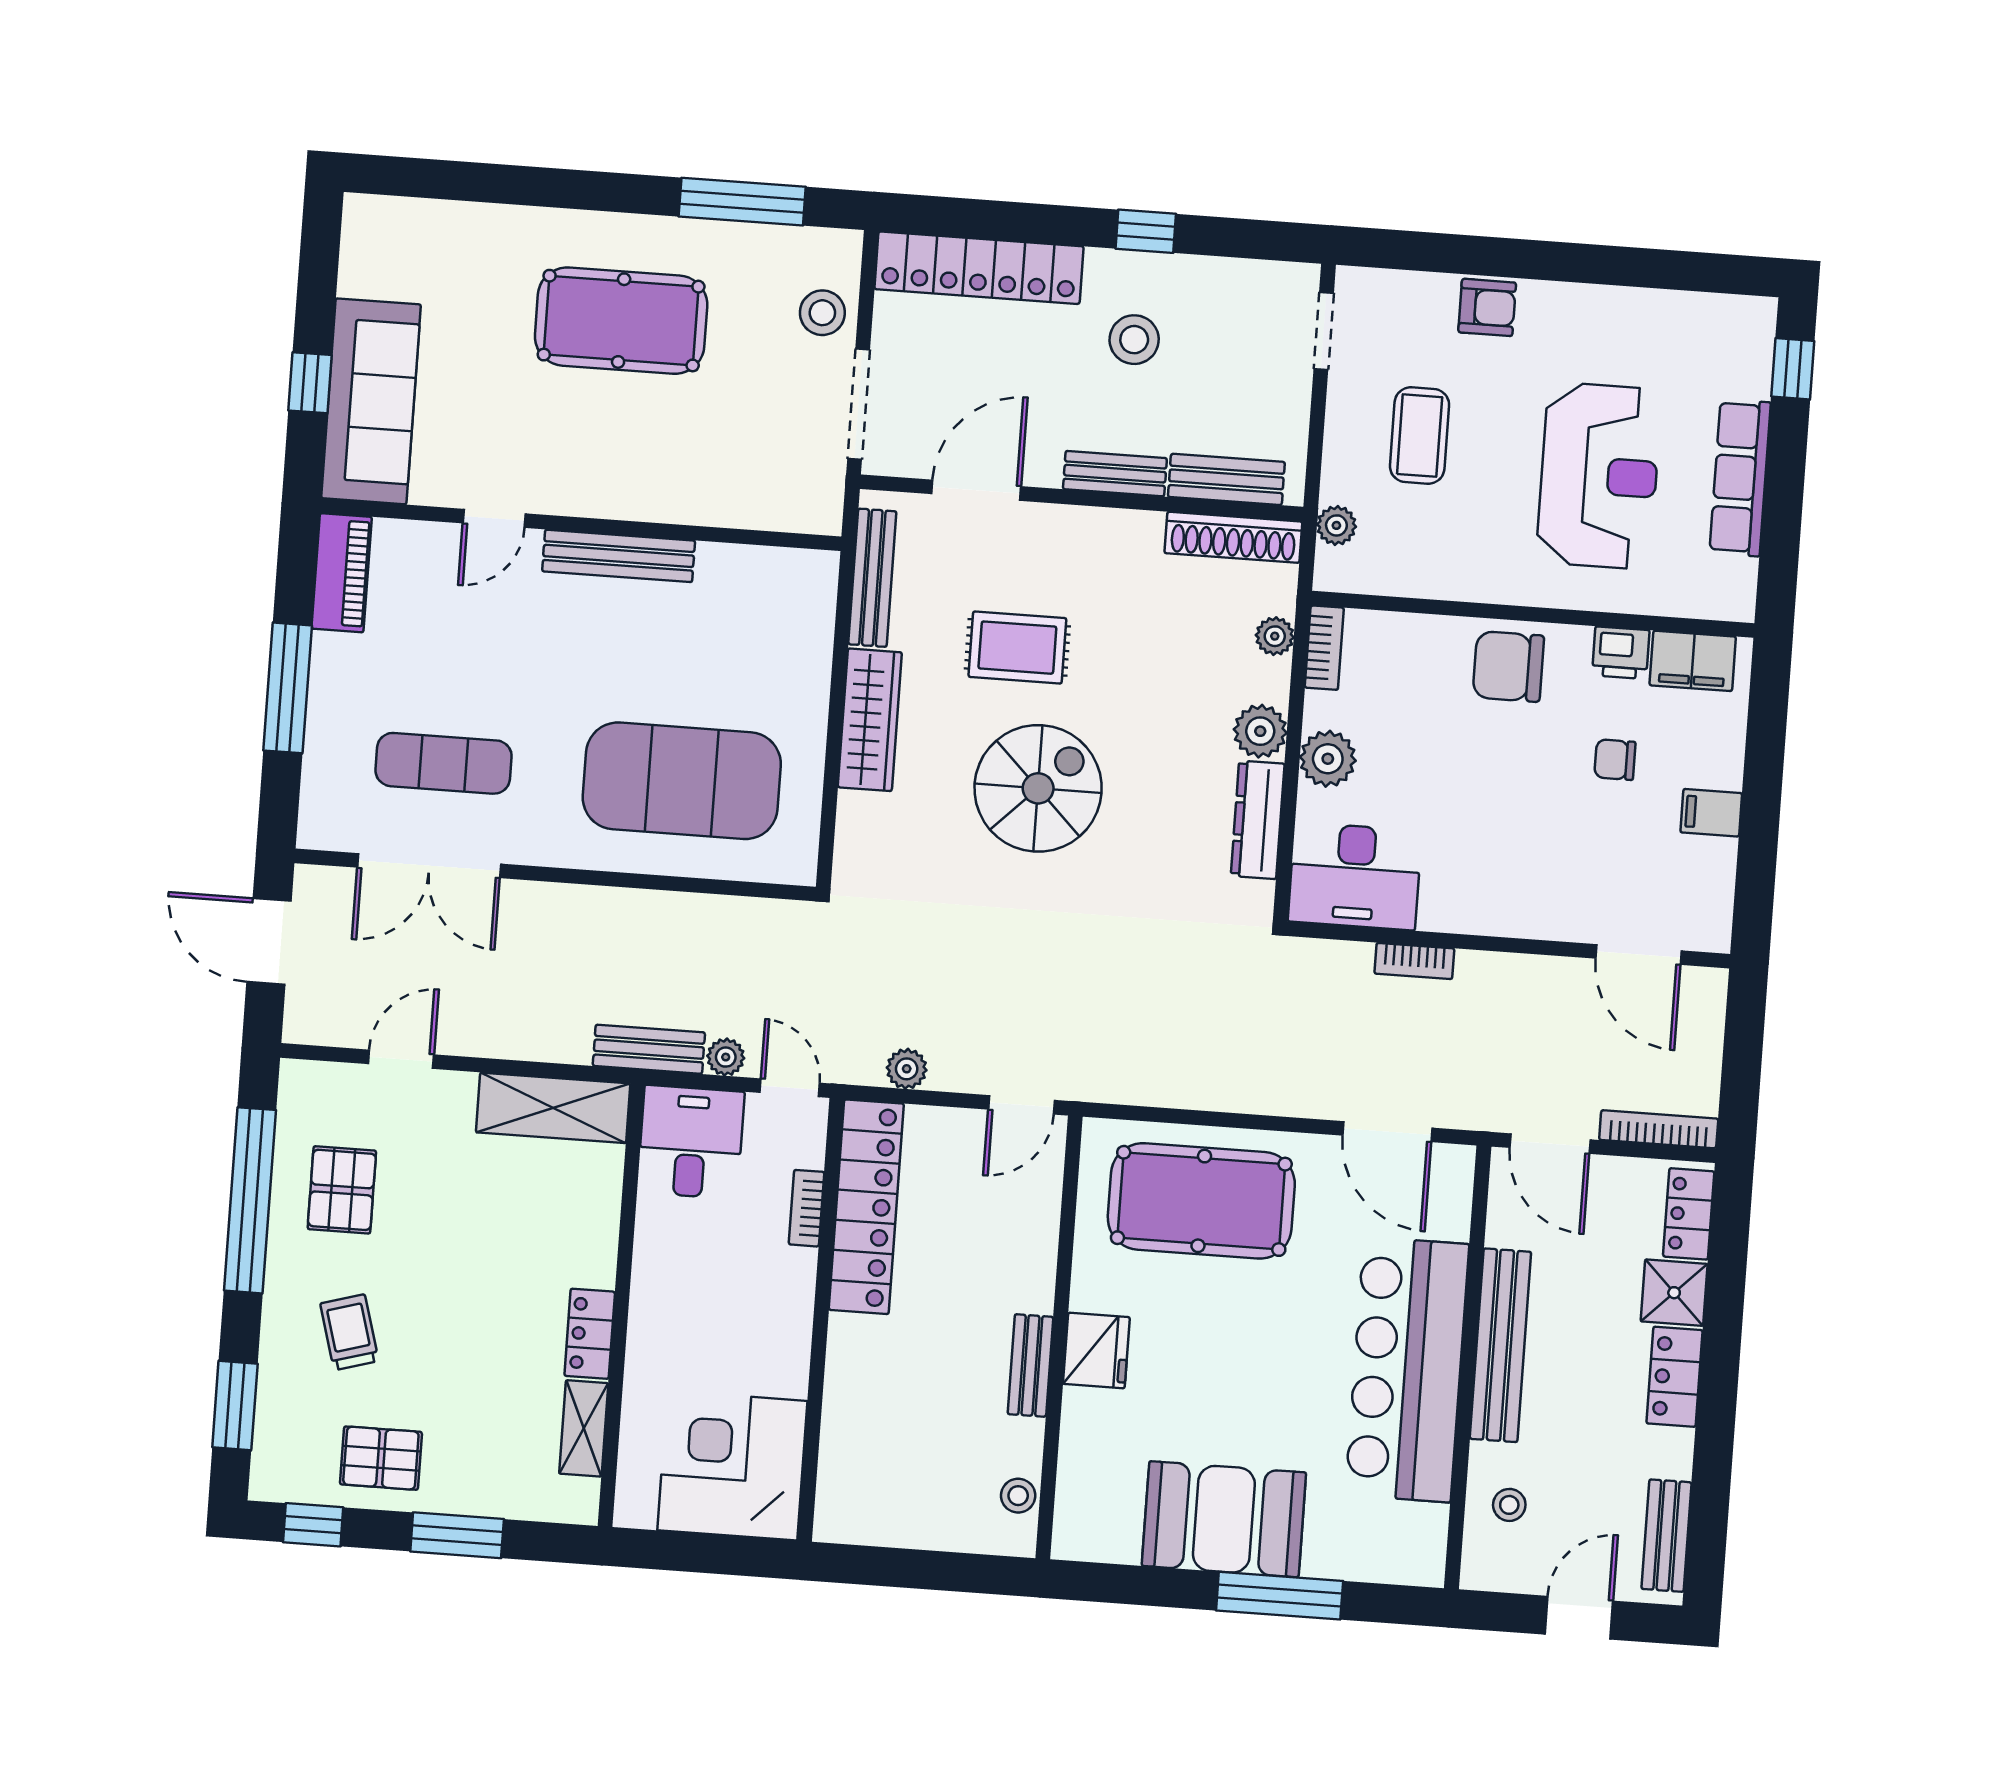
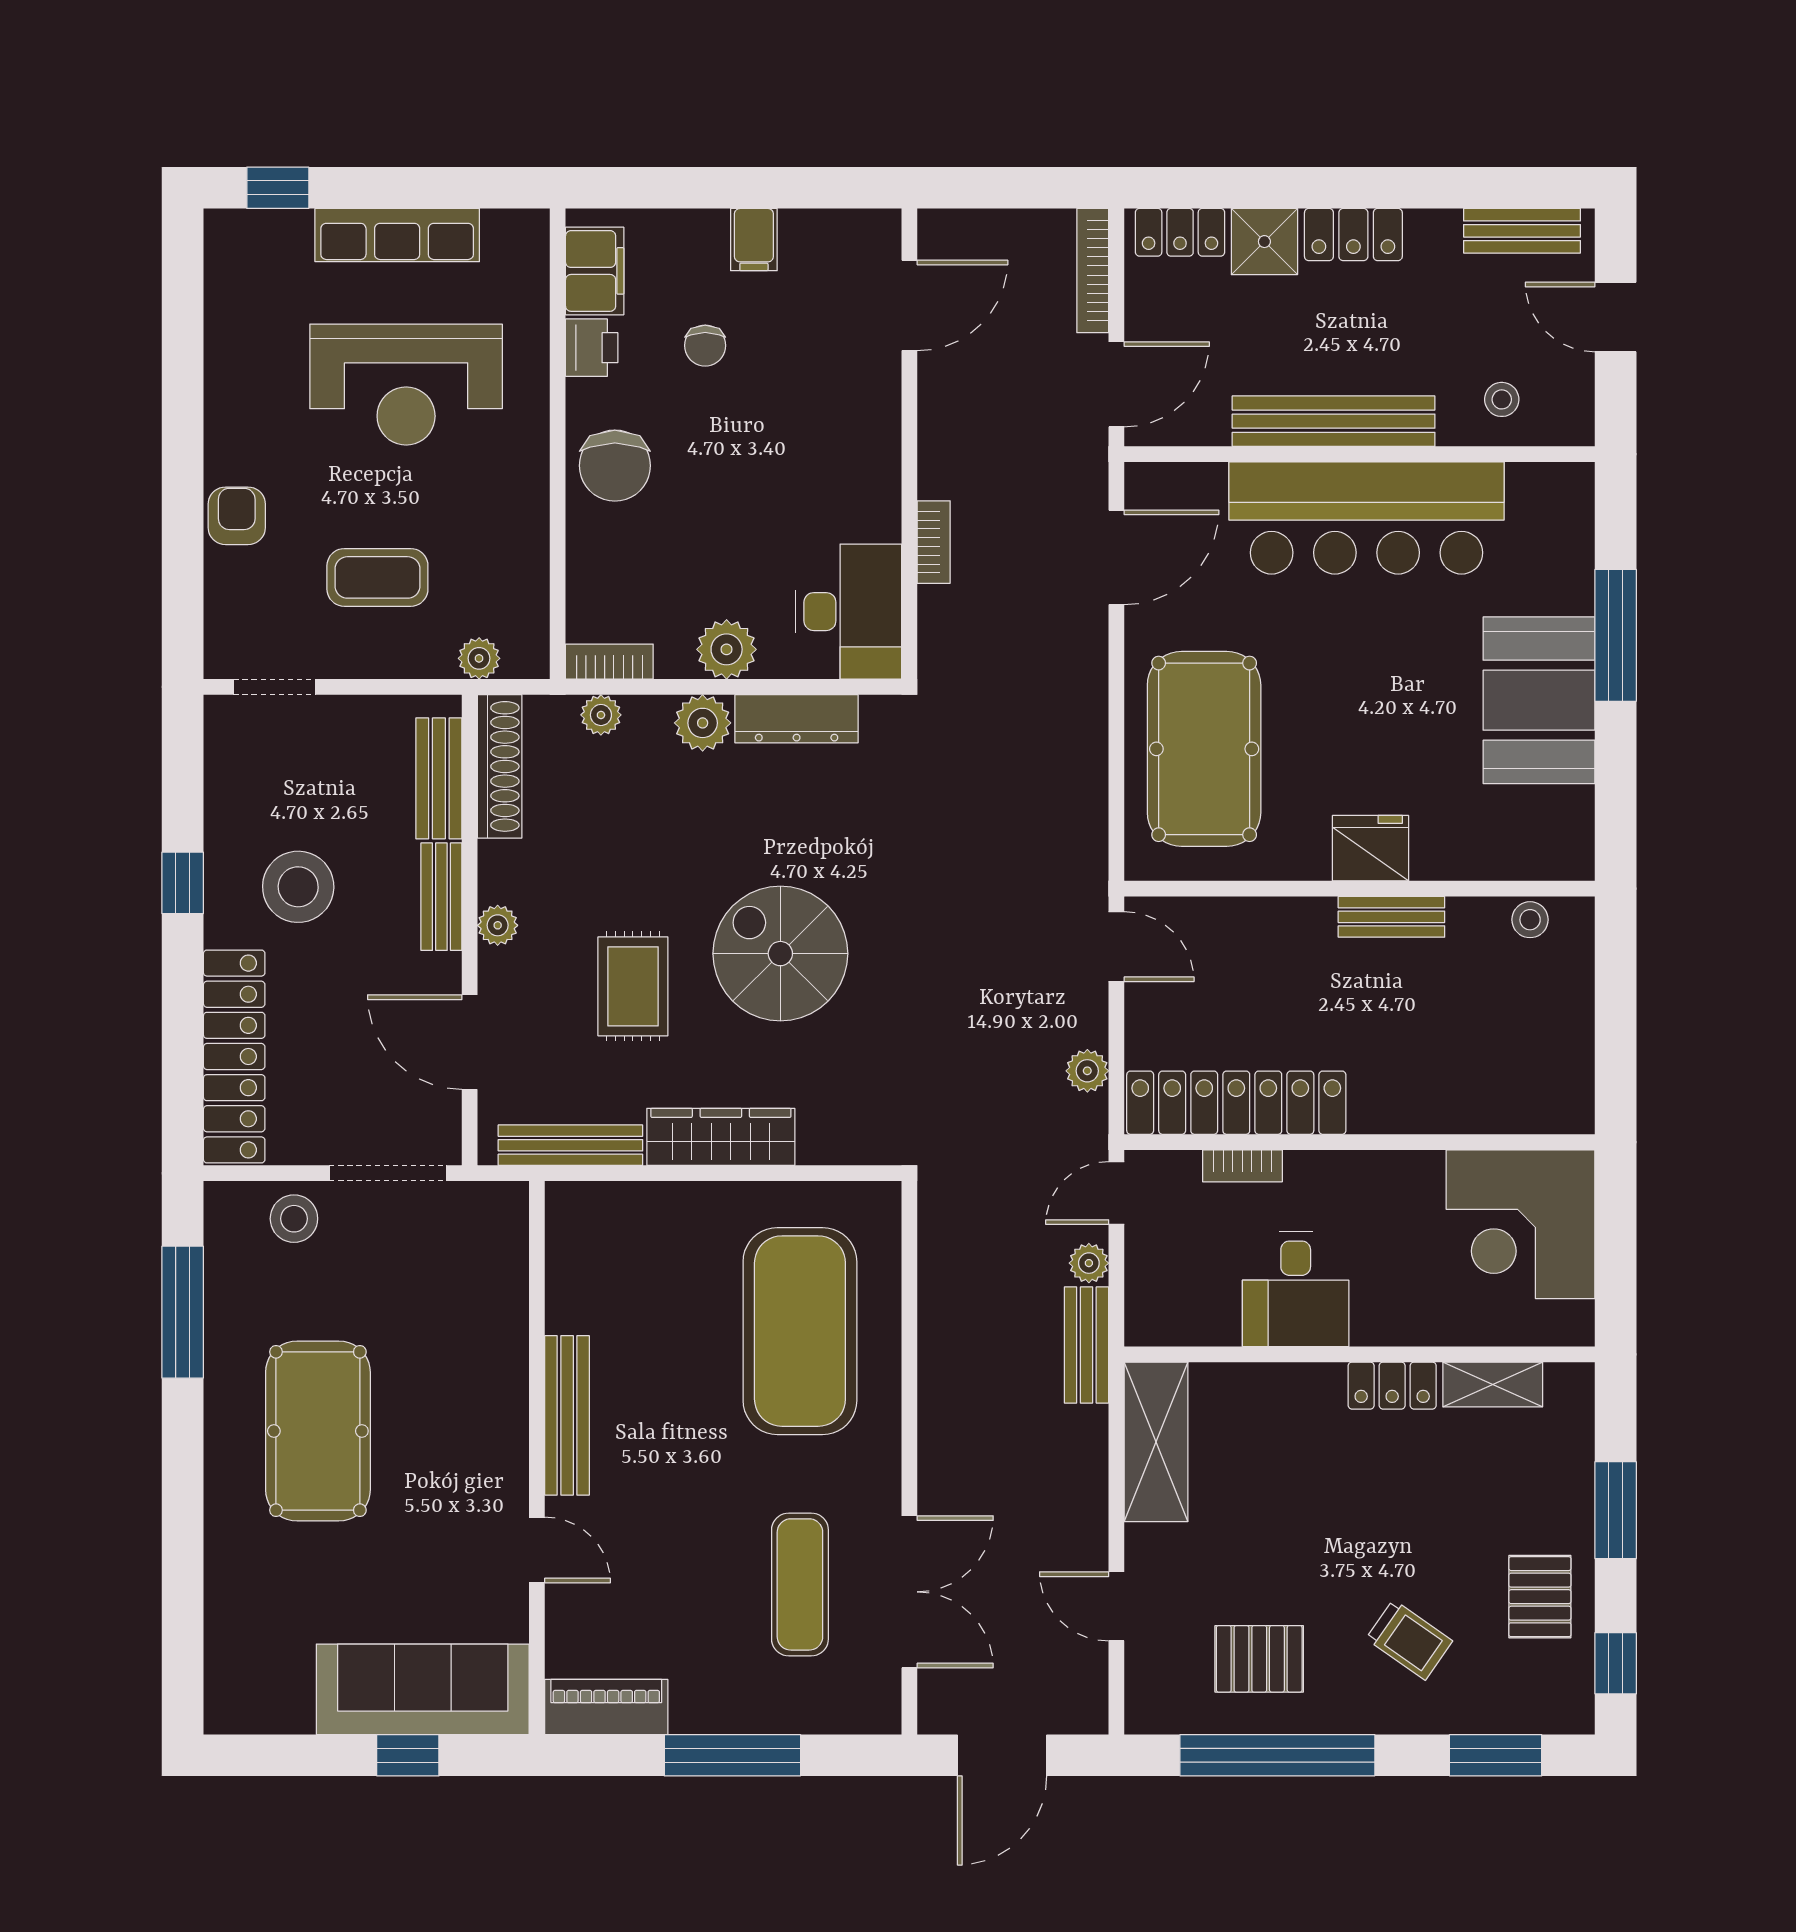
stool: (1134, 340) -> (298, 887), width x1.38, depth x1.38
reception desk: (1599, 476) -> (406, 385), turned 180
plant: (1084, 525) -> (498, 925), added
desk: (691, 1142) -> (1296, 1289), moved, turned -90
trolley: (349, 1332) -> (1409, 1640), turned -129

